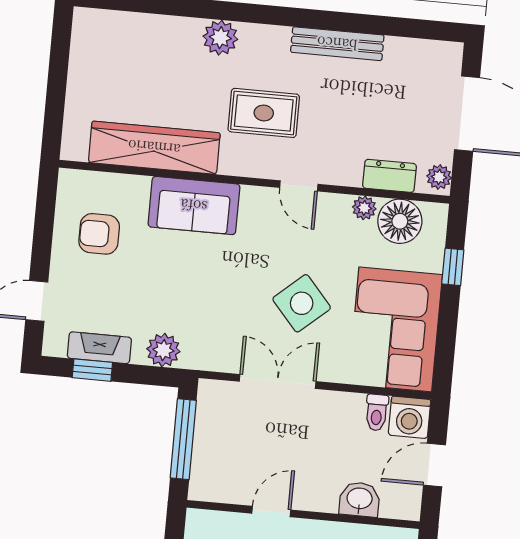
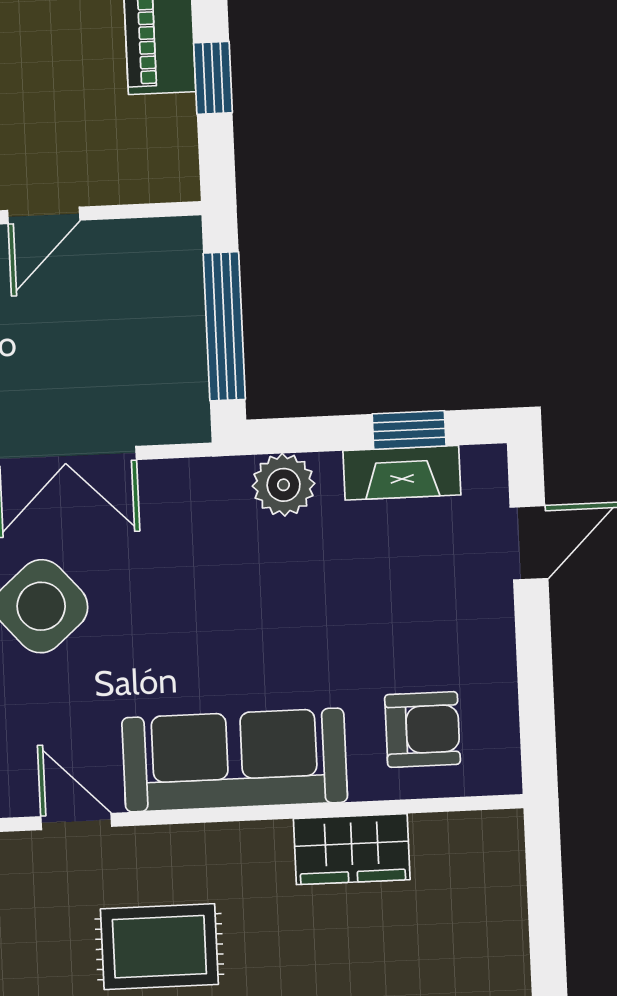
wardrobe: (154, 148) -> (352, 849), width x0.48, depth x0.85
sofa: (194, 206) -> (235, 760), width x1.36
armchair: (99, 234) -> (423, 729), moved

